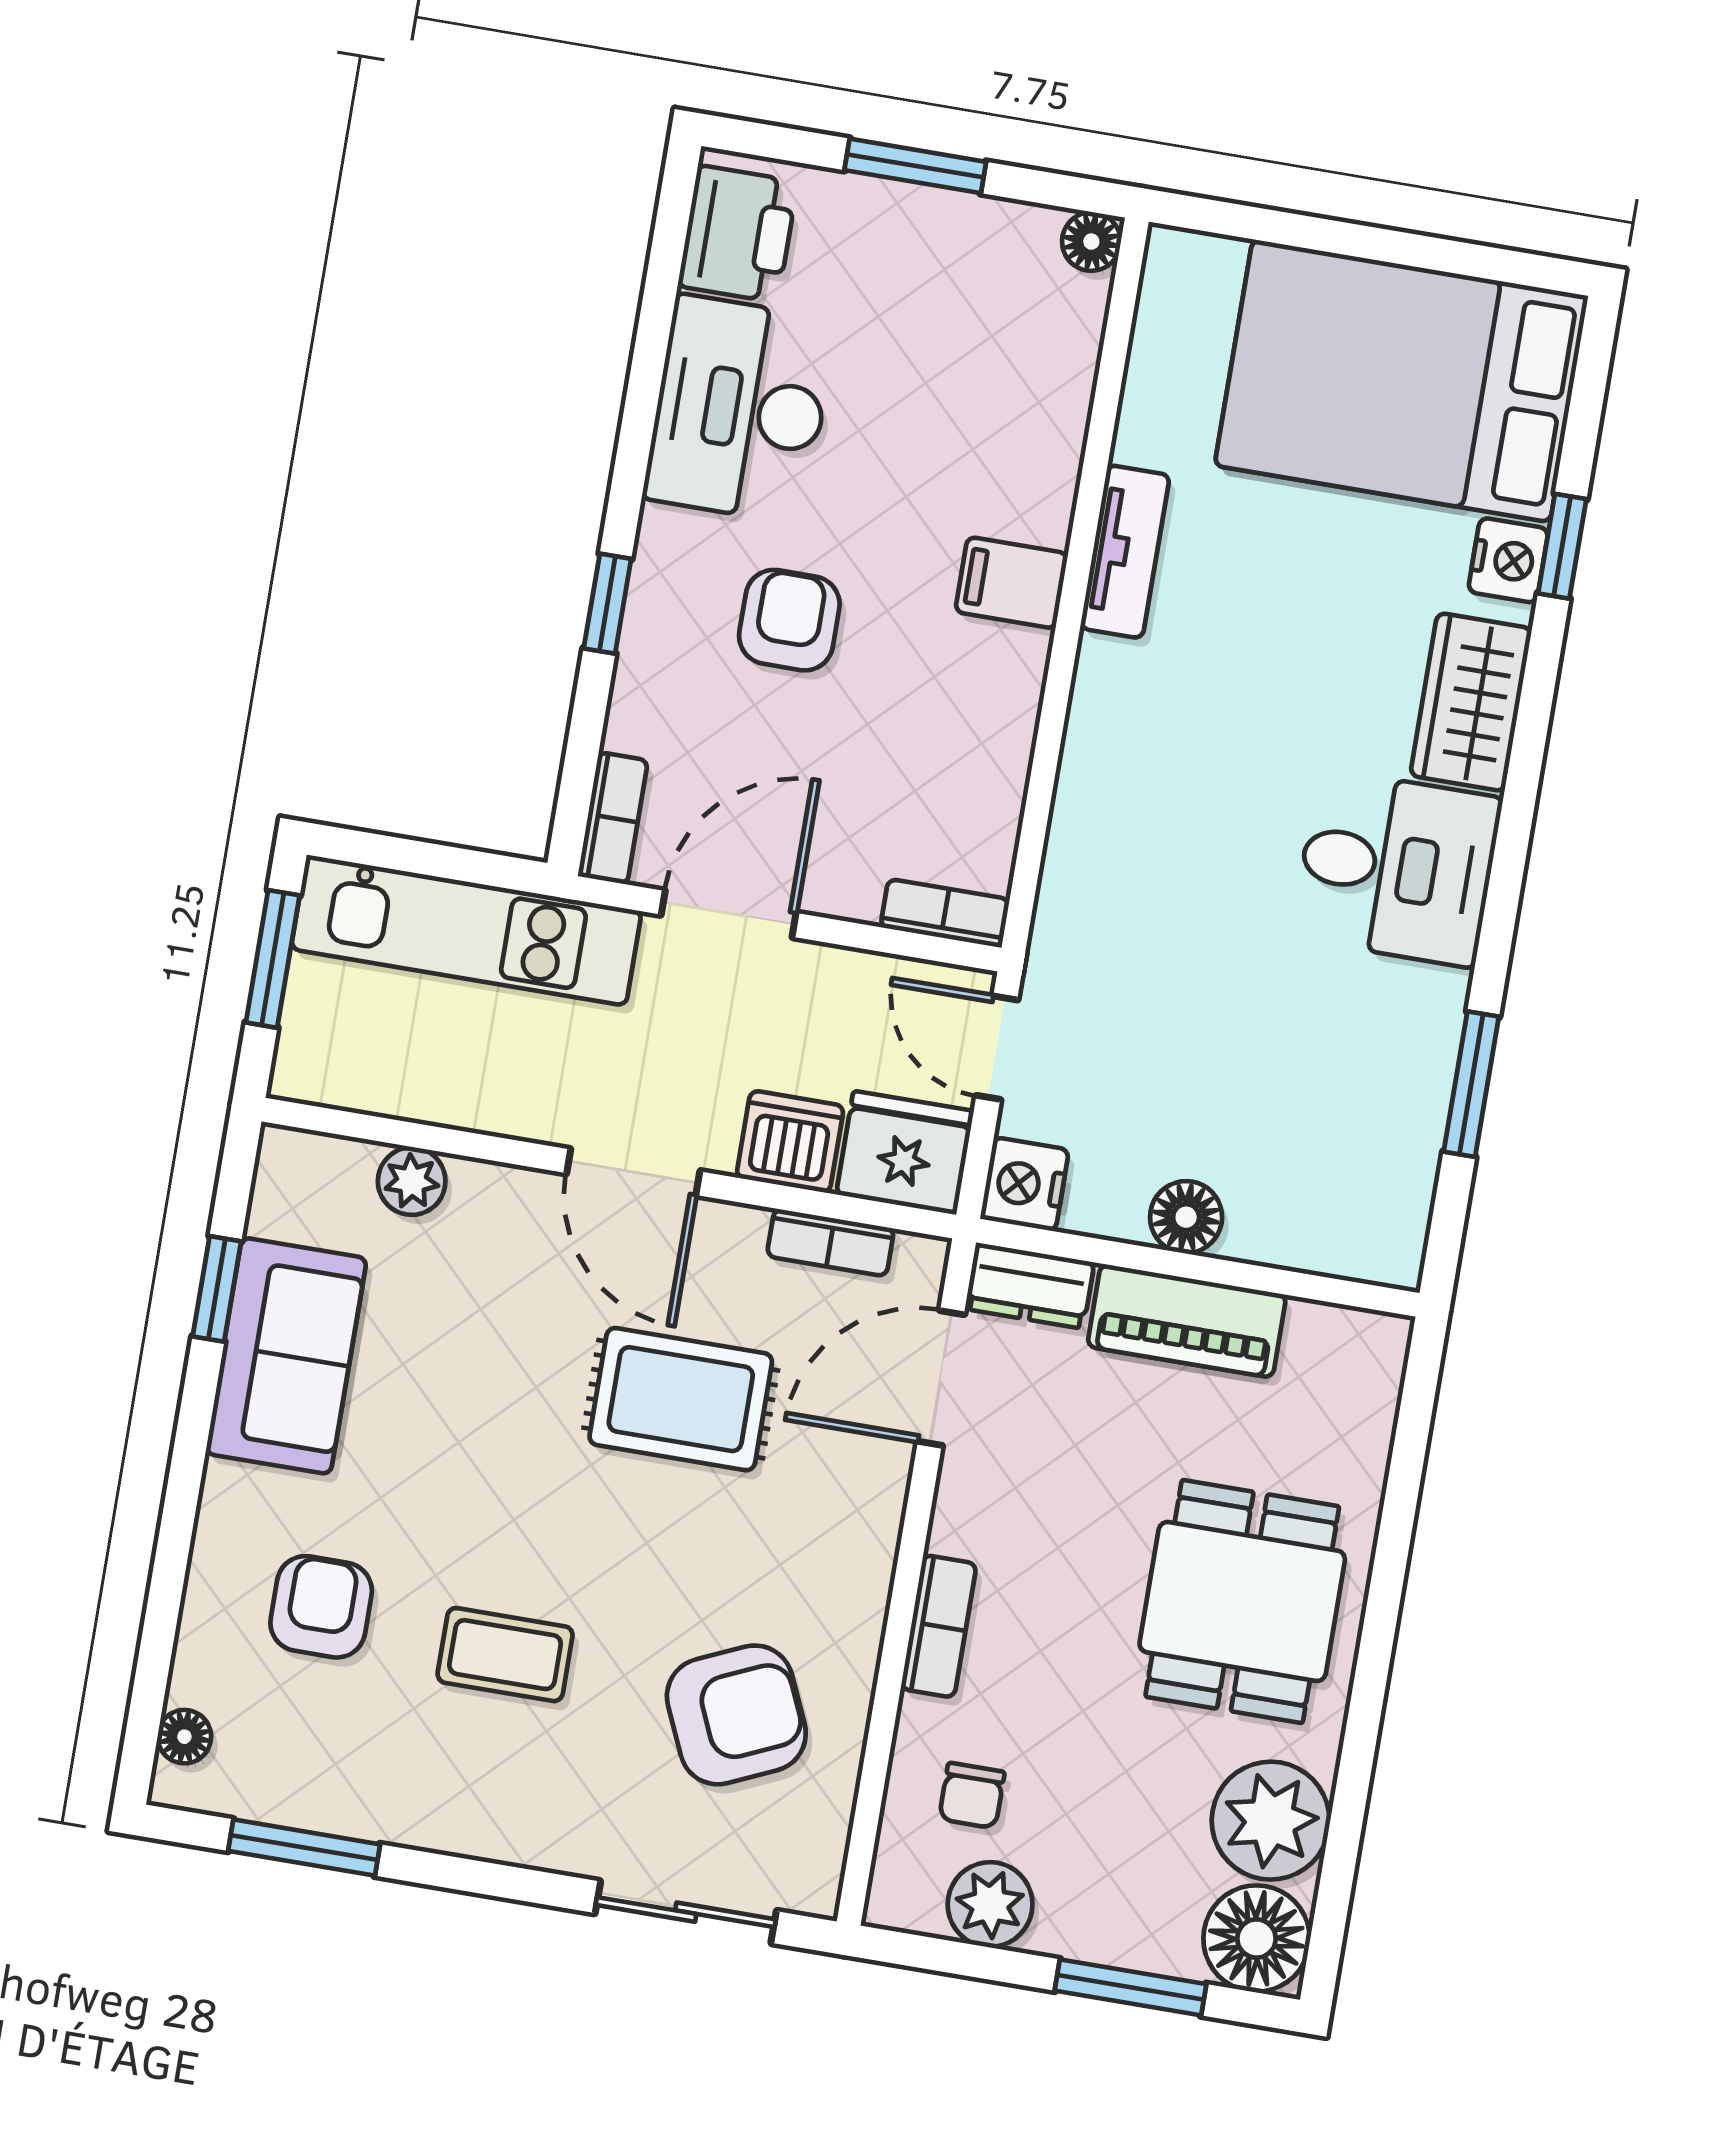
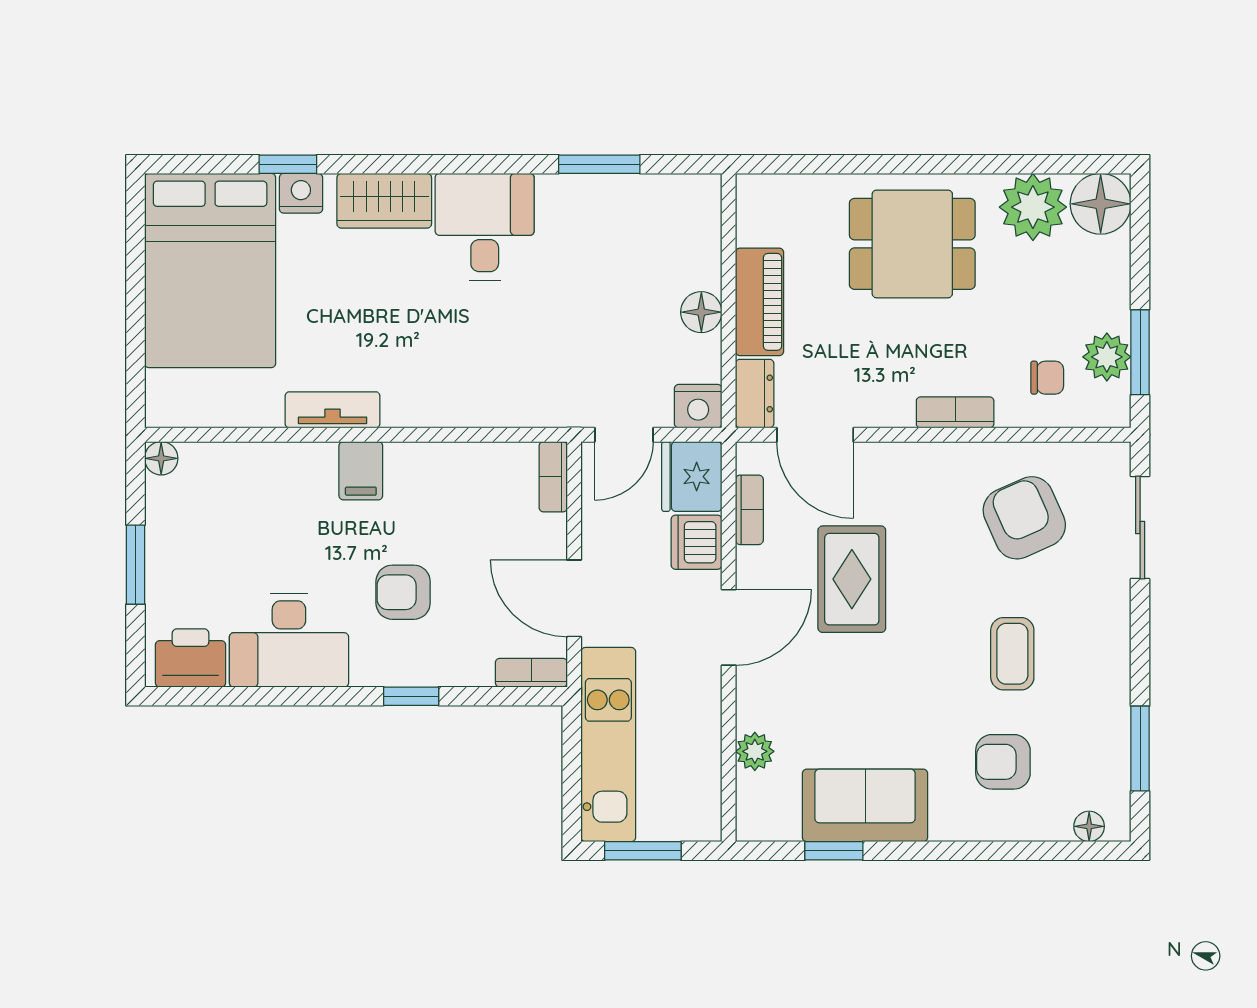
window: (1130, 1987) -> (1140, 352), moved

